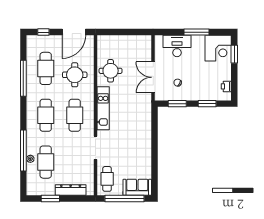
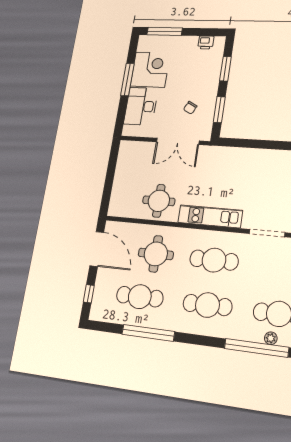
corner desk: (218, 48) -> (150, 70), moved
window: (234, 54) -> (165, 31), width x1.44

